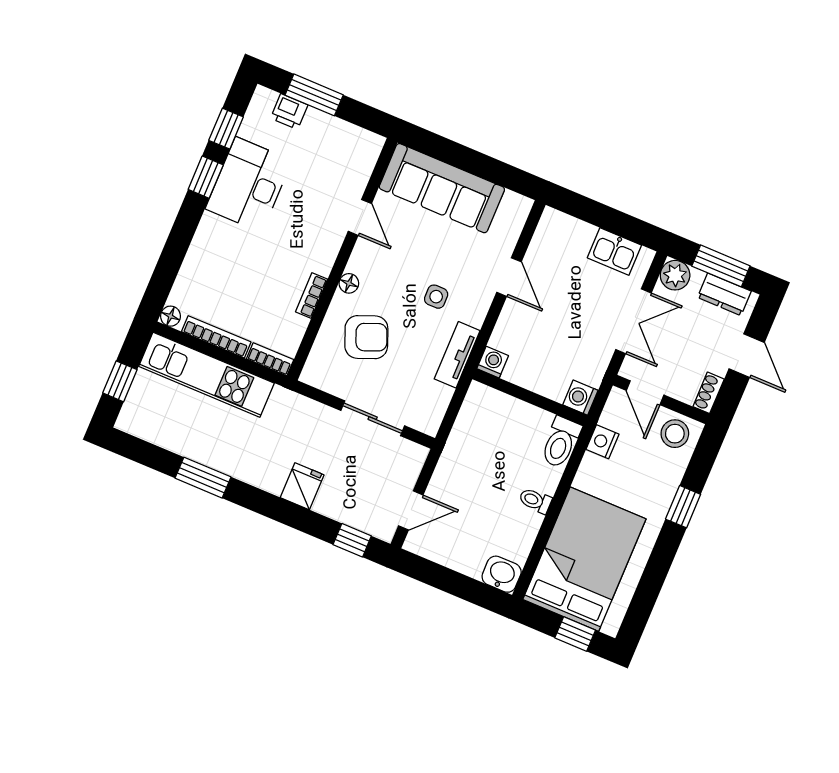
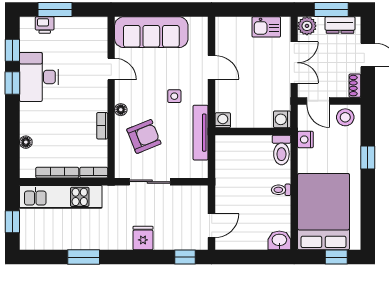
floor lamp: (170, 316) -> (26, 142), moved
tv unit: (457, 355) -> (201, 133), width x1.41
sliding door: (373, 418) -> (150, 182), moved

